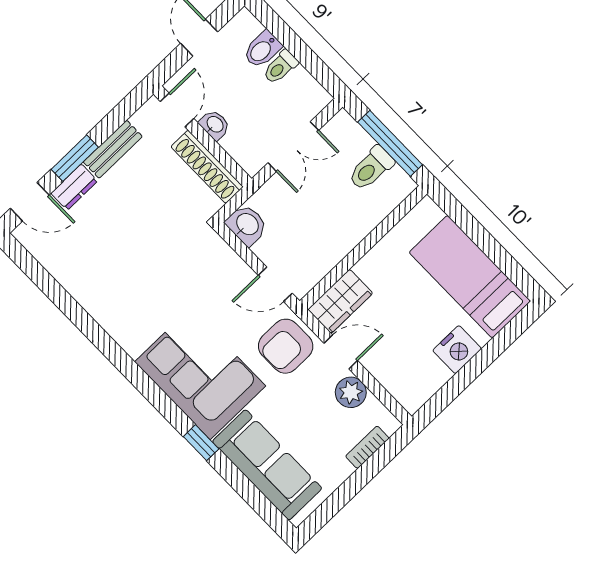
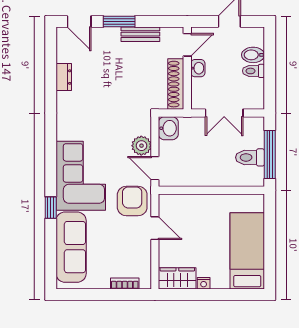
dresser: (74, 187) -> (64, 77), moved, turned -90
wardrobe: (340, 301) -> (177, 278), moved, turned 180
armchair: (286, 346) -> (132, 201), turned 90
nightstand: (457, 350) -> (204, 283), width x0.53, depth x0.56
plant: (351, 392) -> (141, 146), moved

